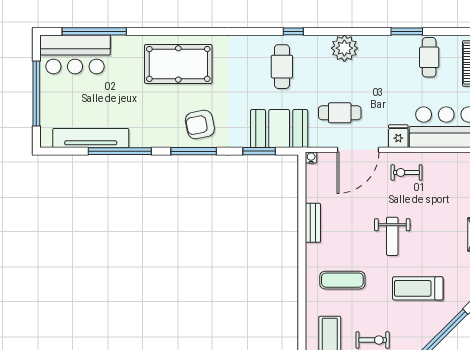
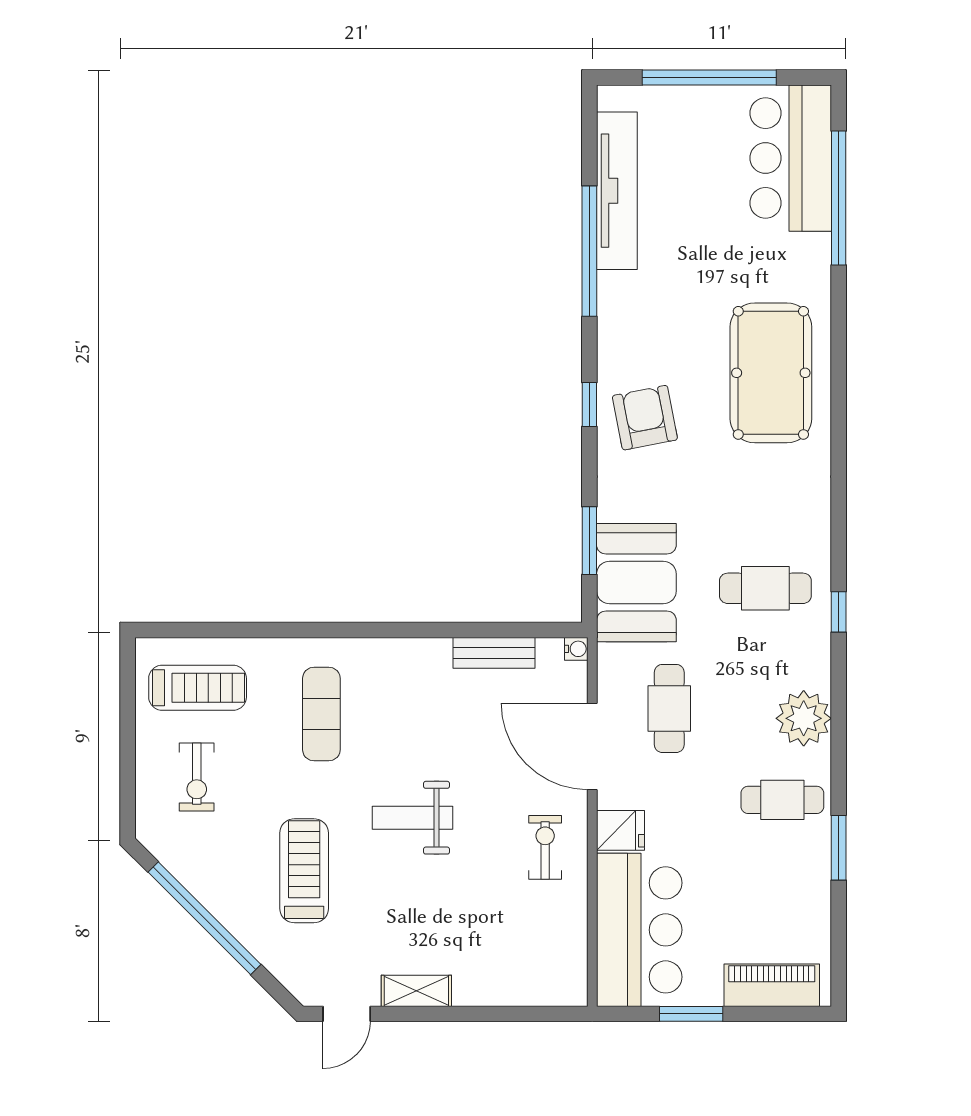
cafe table: (429, 57) -> (782, 800), moved
window: (194, 151) -> (589, 404), width x0.46
bench: (313, 223) -> (494, 653), moved

